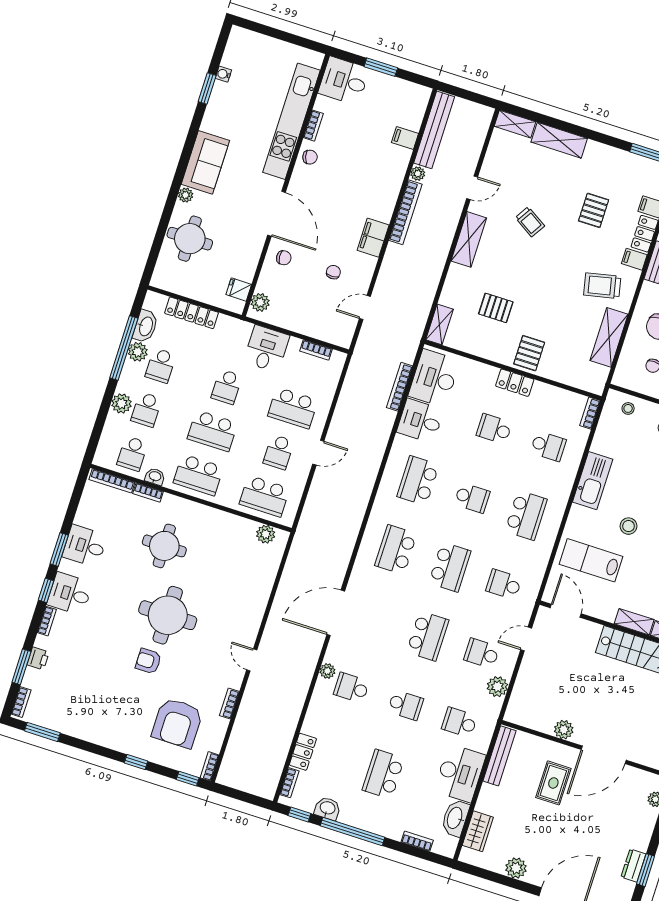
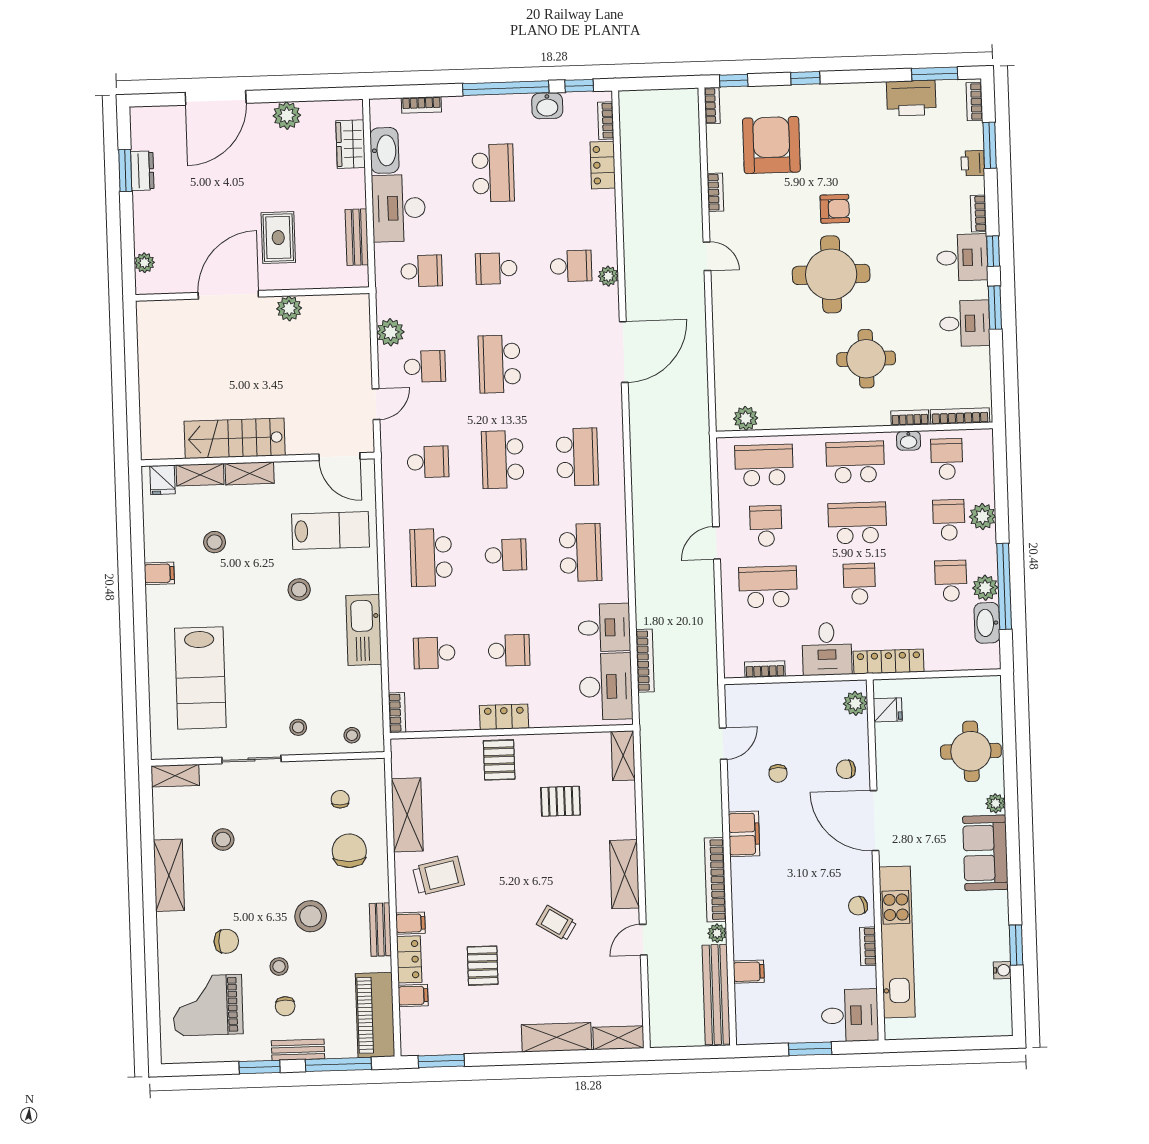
locker: (192, 313) -> (889, 662), moved
school desk: (472, 498) -> (506, 555), turned 180
printer: (65, 721) -> (911, 98), added
bench: (499, 756) -> (357, 237), width x0.73

